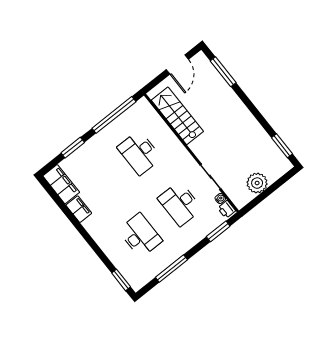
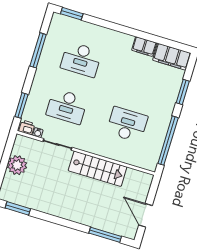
stairs: (177, 116) -> (98, 169), moved
desk: (180, 204) -> (67, 106), turned 180

